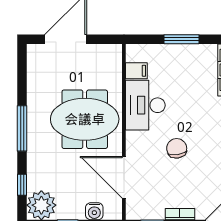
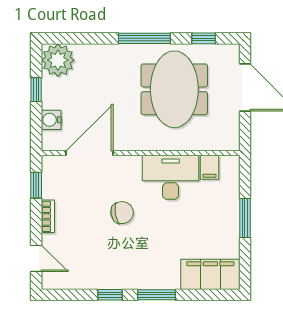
meeting table: (85, 119) -> (174, 89), moved
window: (22, 185) -> (204, 38), moved

